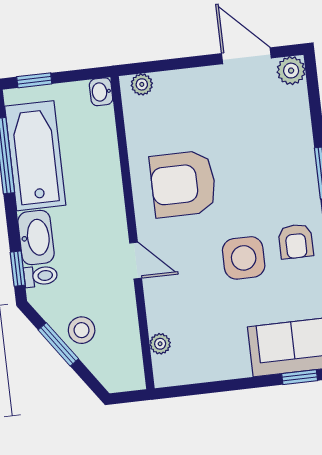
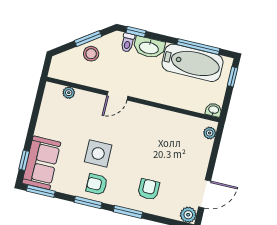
armchair: (183, 184) -> (149, 189), moved, width x0.53, depth x0.53

